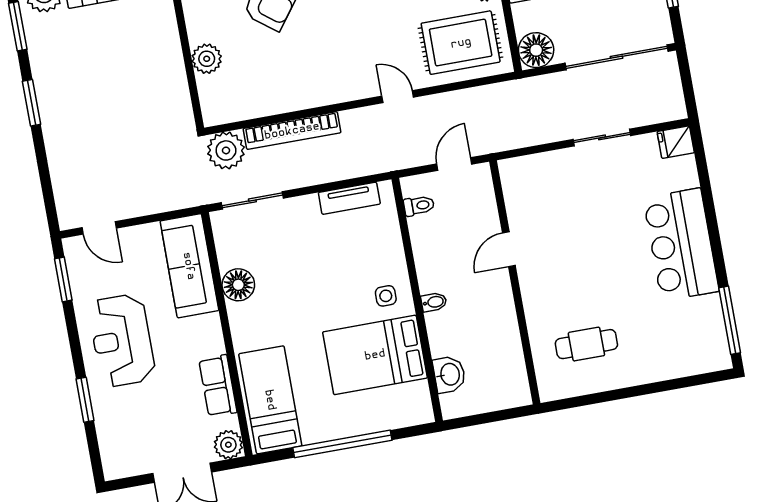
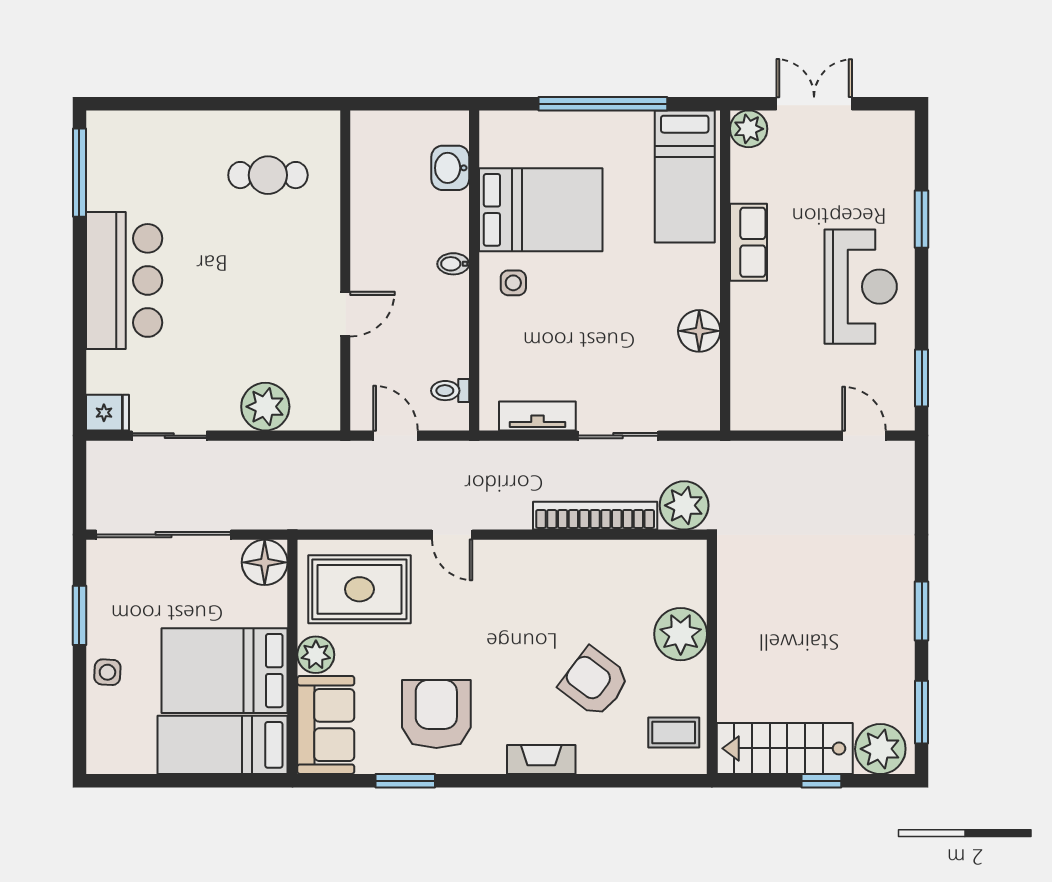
plant: (207, 59) -> (681, 634), width x1.36, depth x1.36
sliding door: (602, 137) -> (169, 436), moved
door: (454, 164) -> (395, 436), swing flipped
plant: (557, 168) -> (265, 407), added
sliding door: (252, 200) -> (618, 436), moved
sofa: (189, 266) -> (757, 366), removed
row of seats: (218, 386) -> (748, 242), moved

